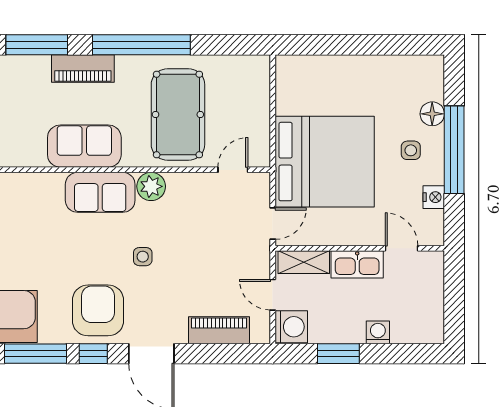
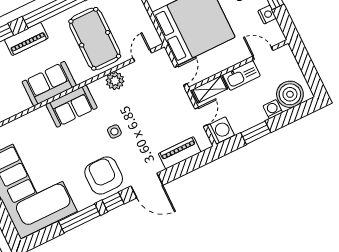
plant: (151, 186) -> (115, 81), moved
door: (273, 295) -> (201, 117), swing flipped
boiler: (412, 323) -> (290, 94), added

